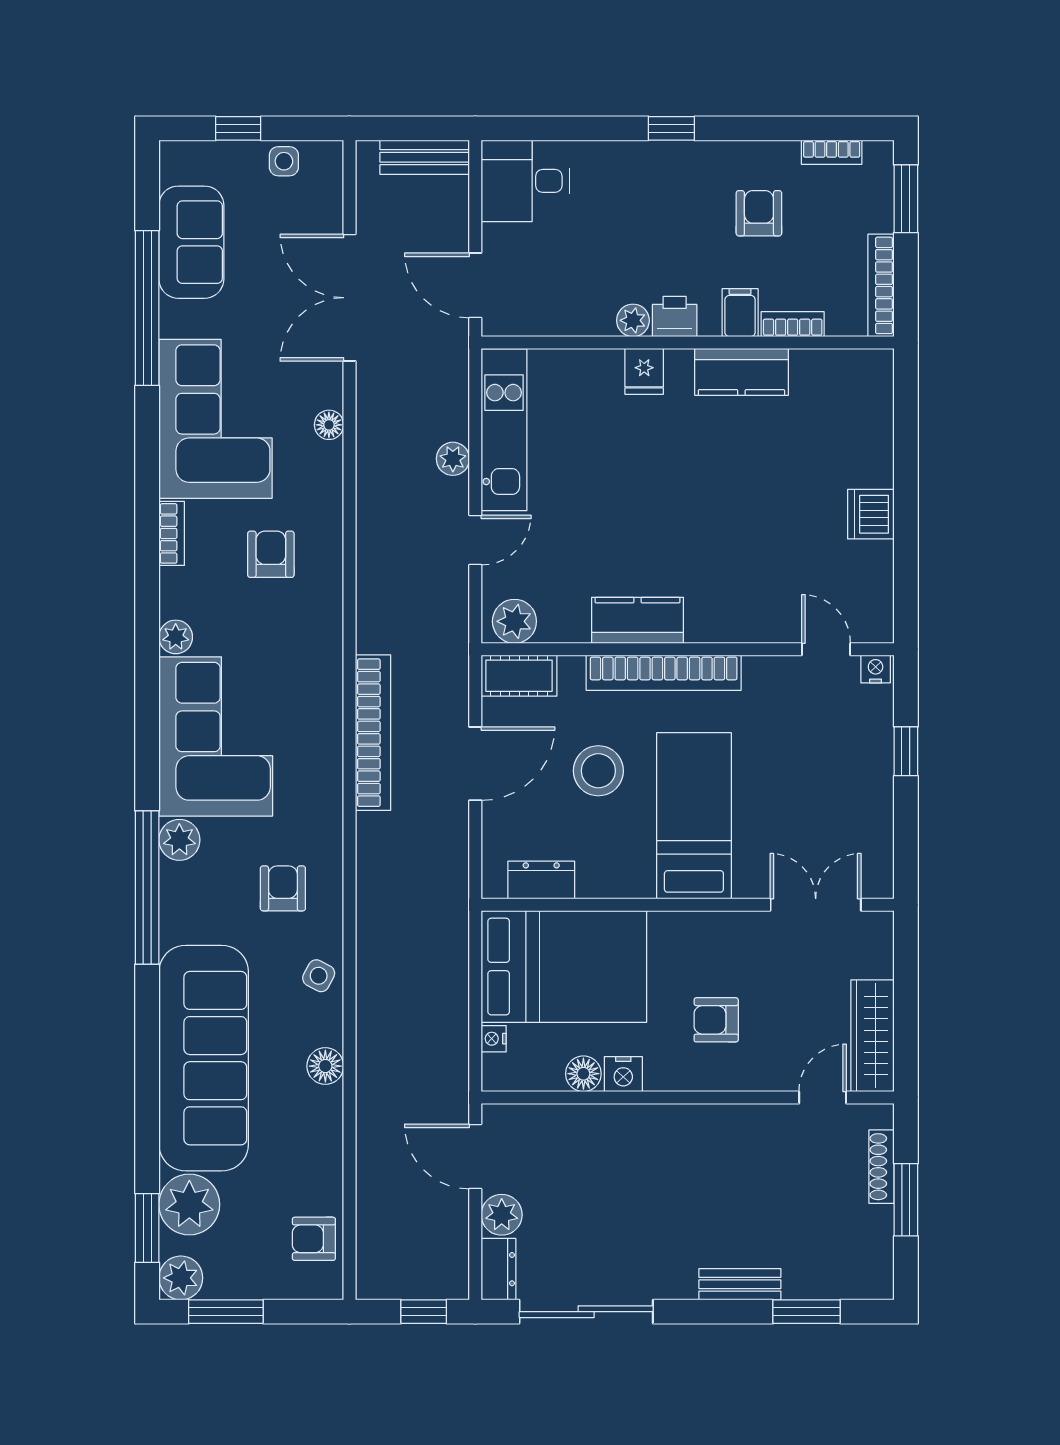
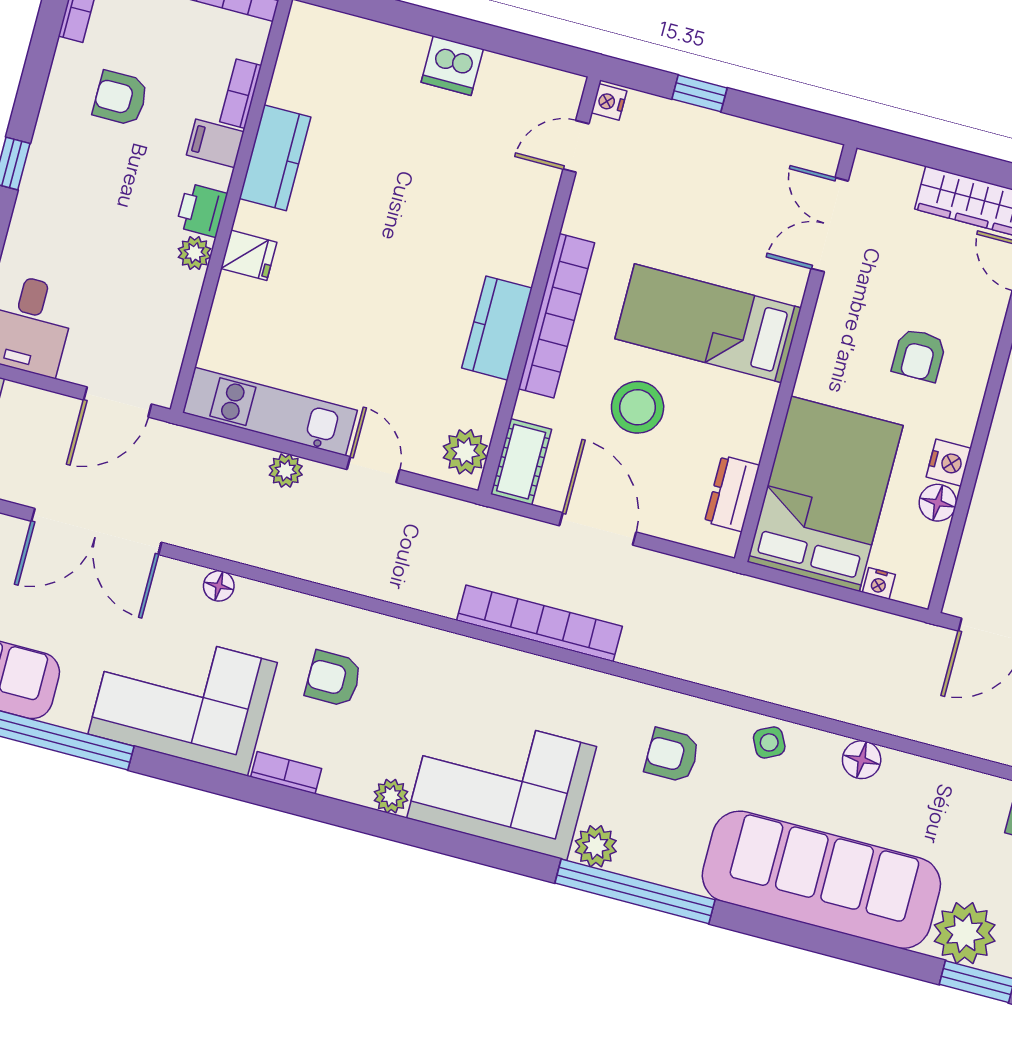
side table: (319, 976) -> (769, 742), turned 35

